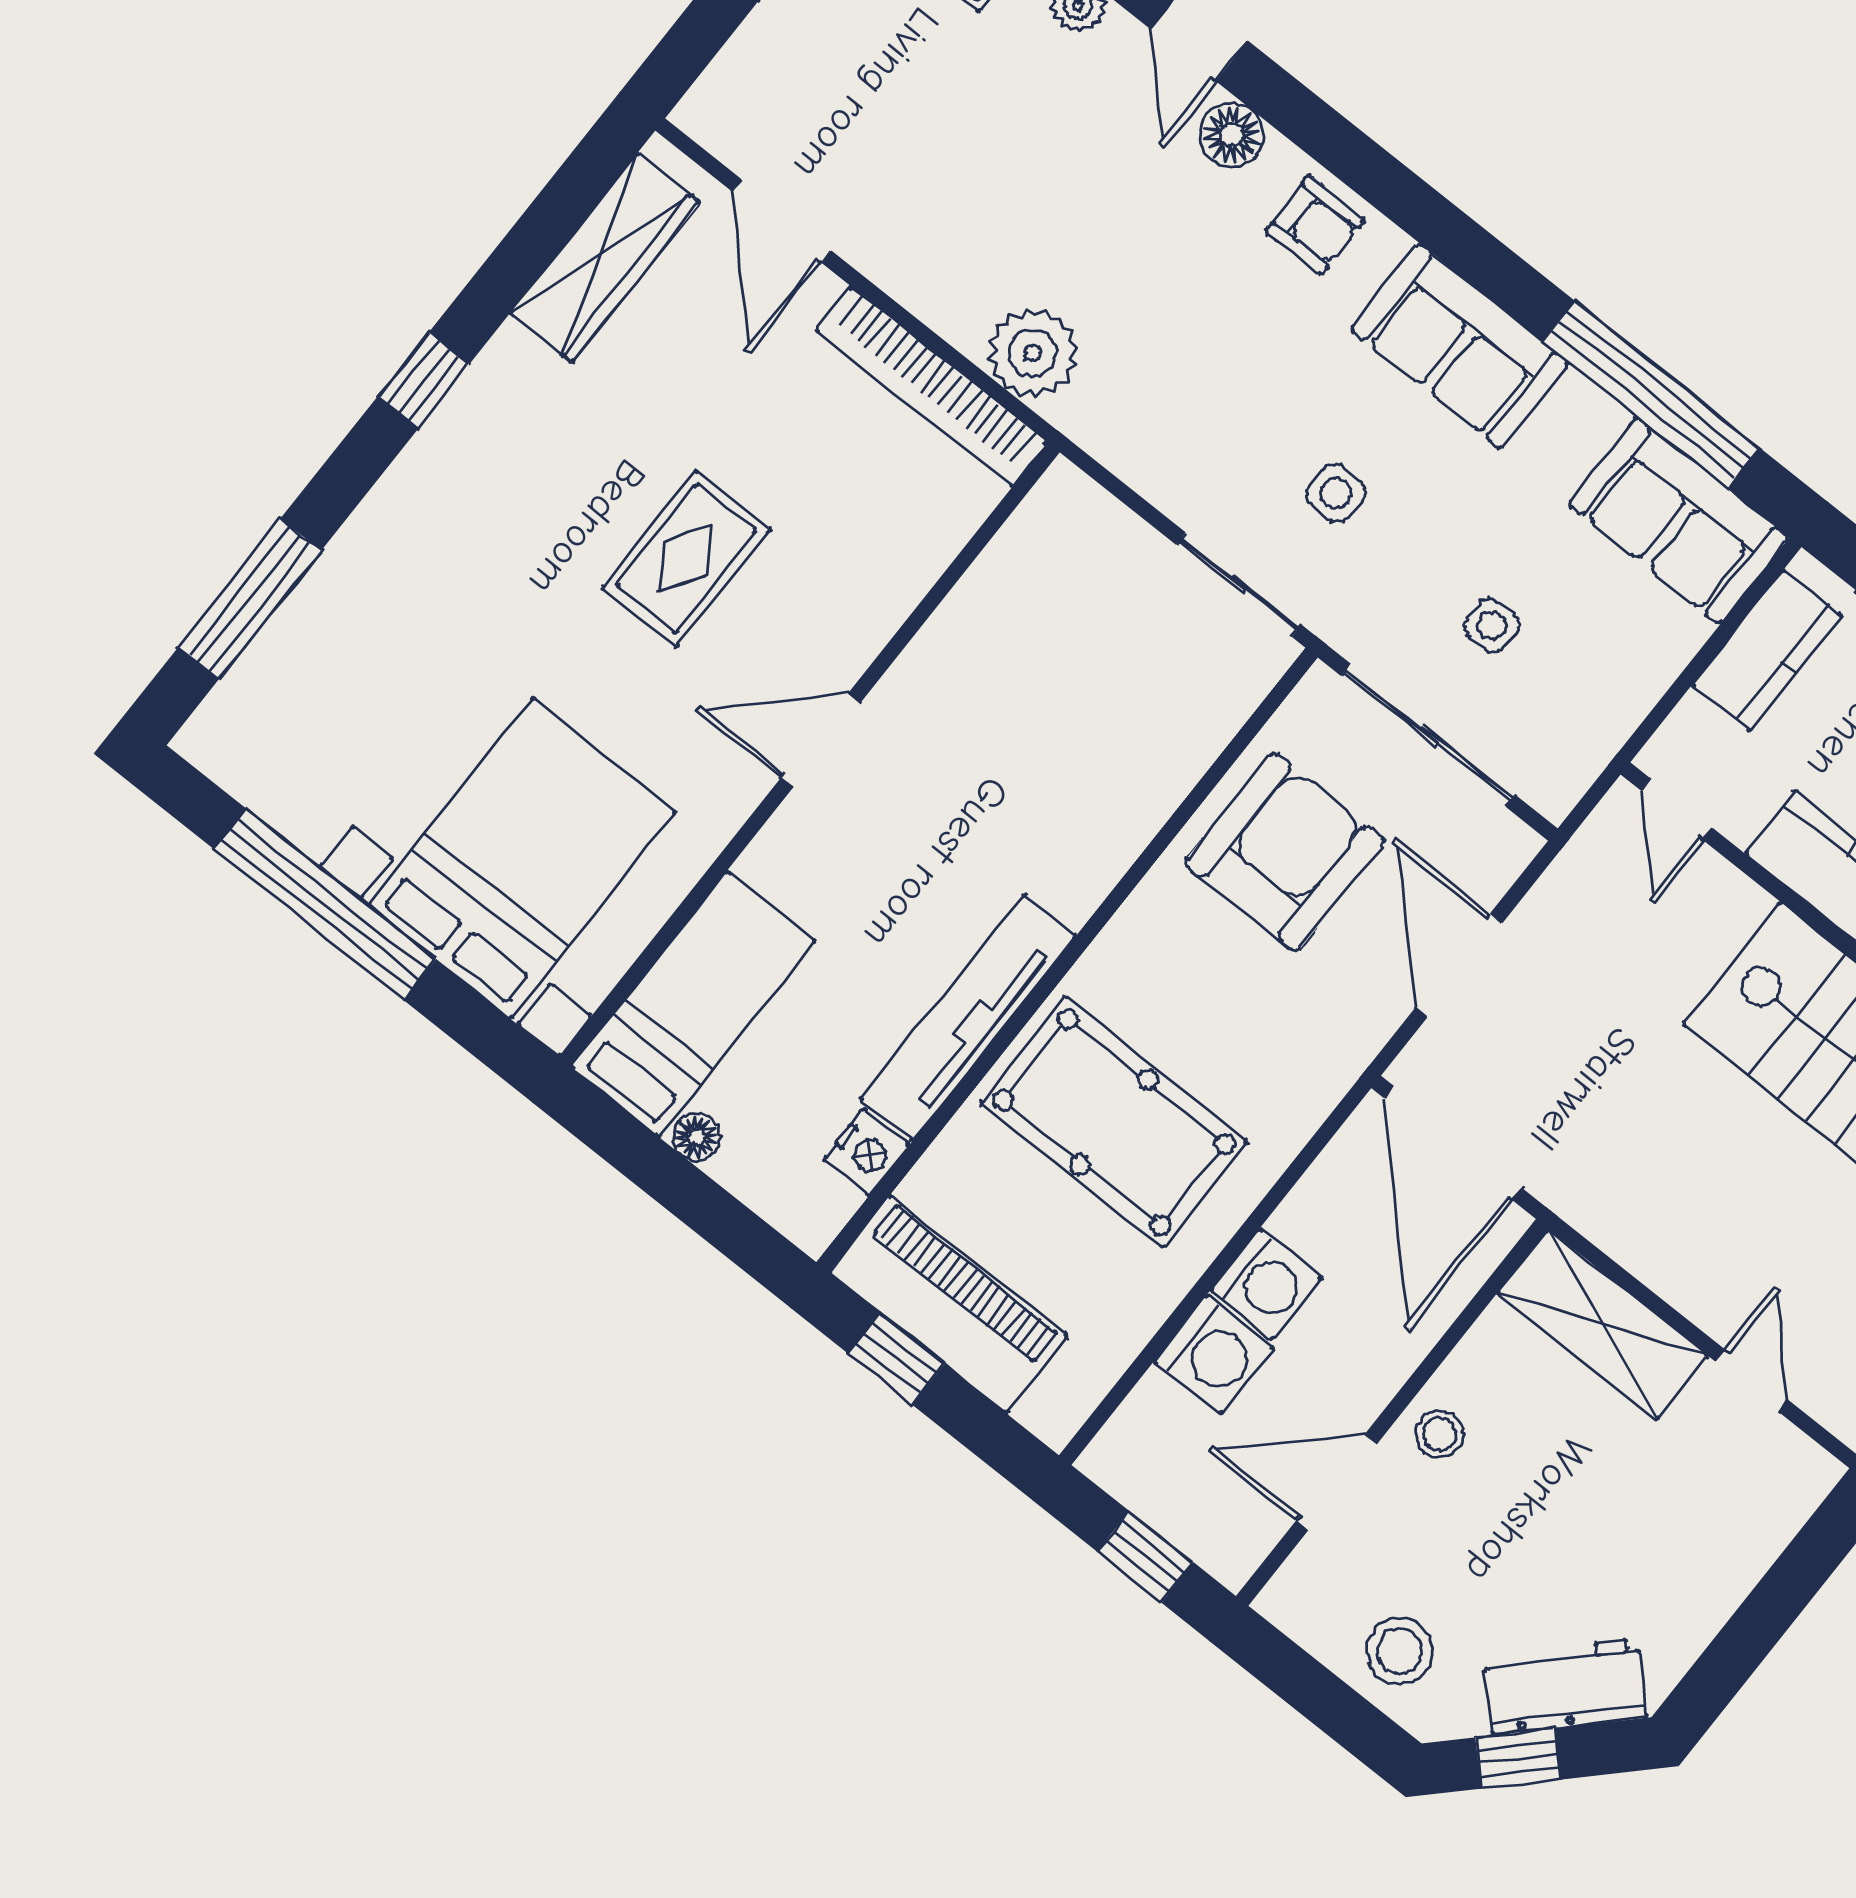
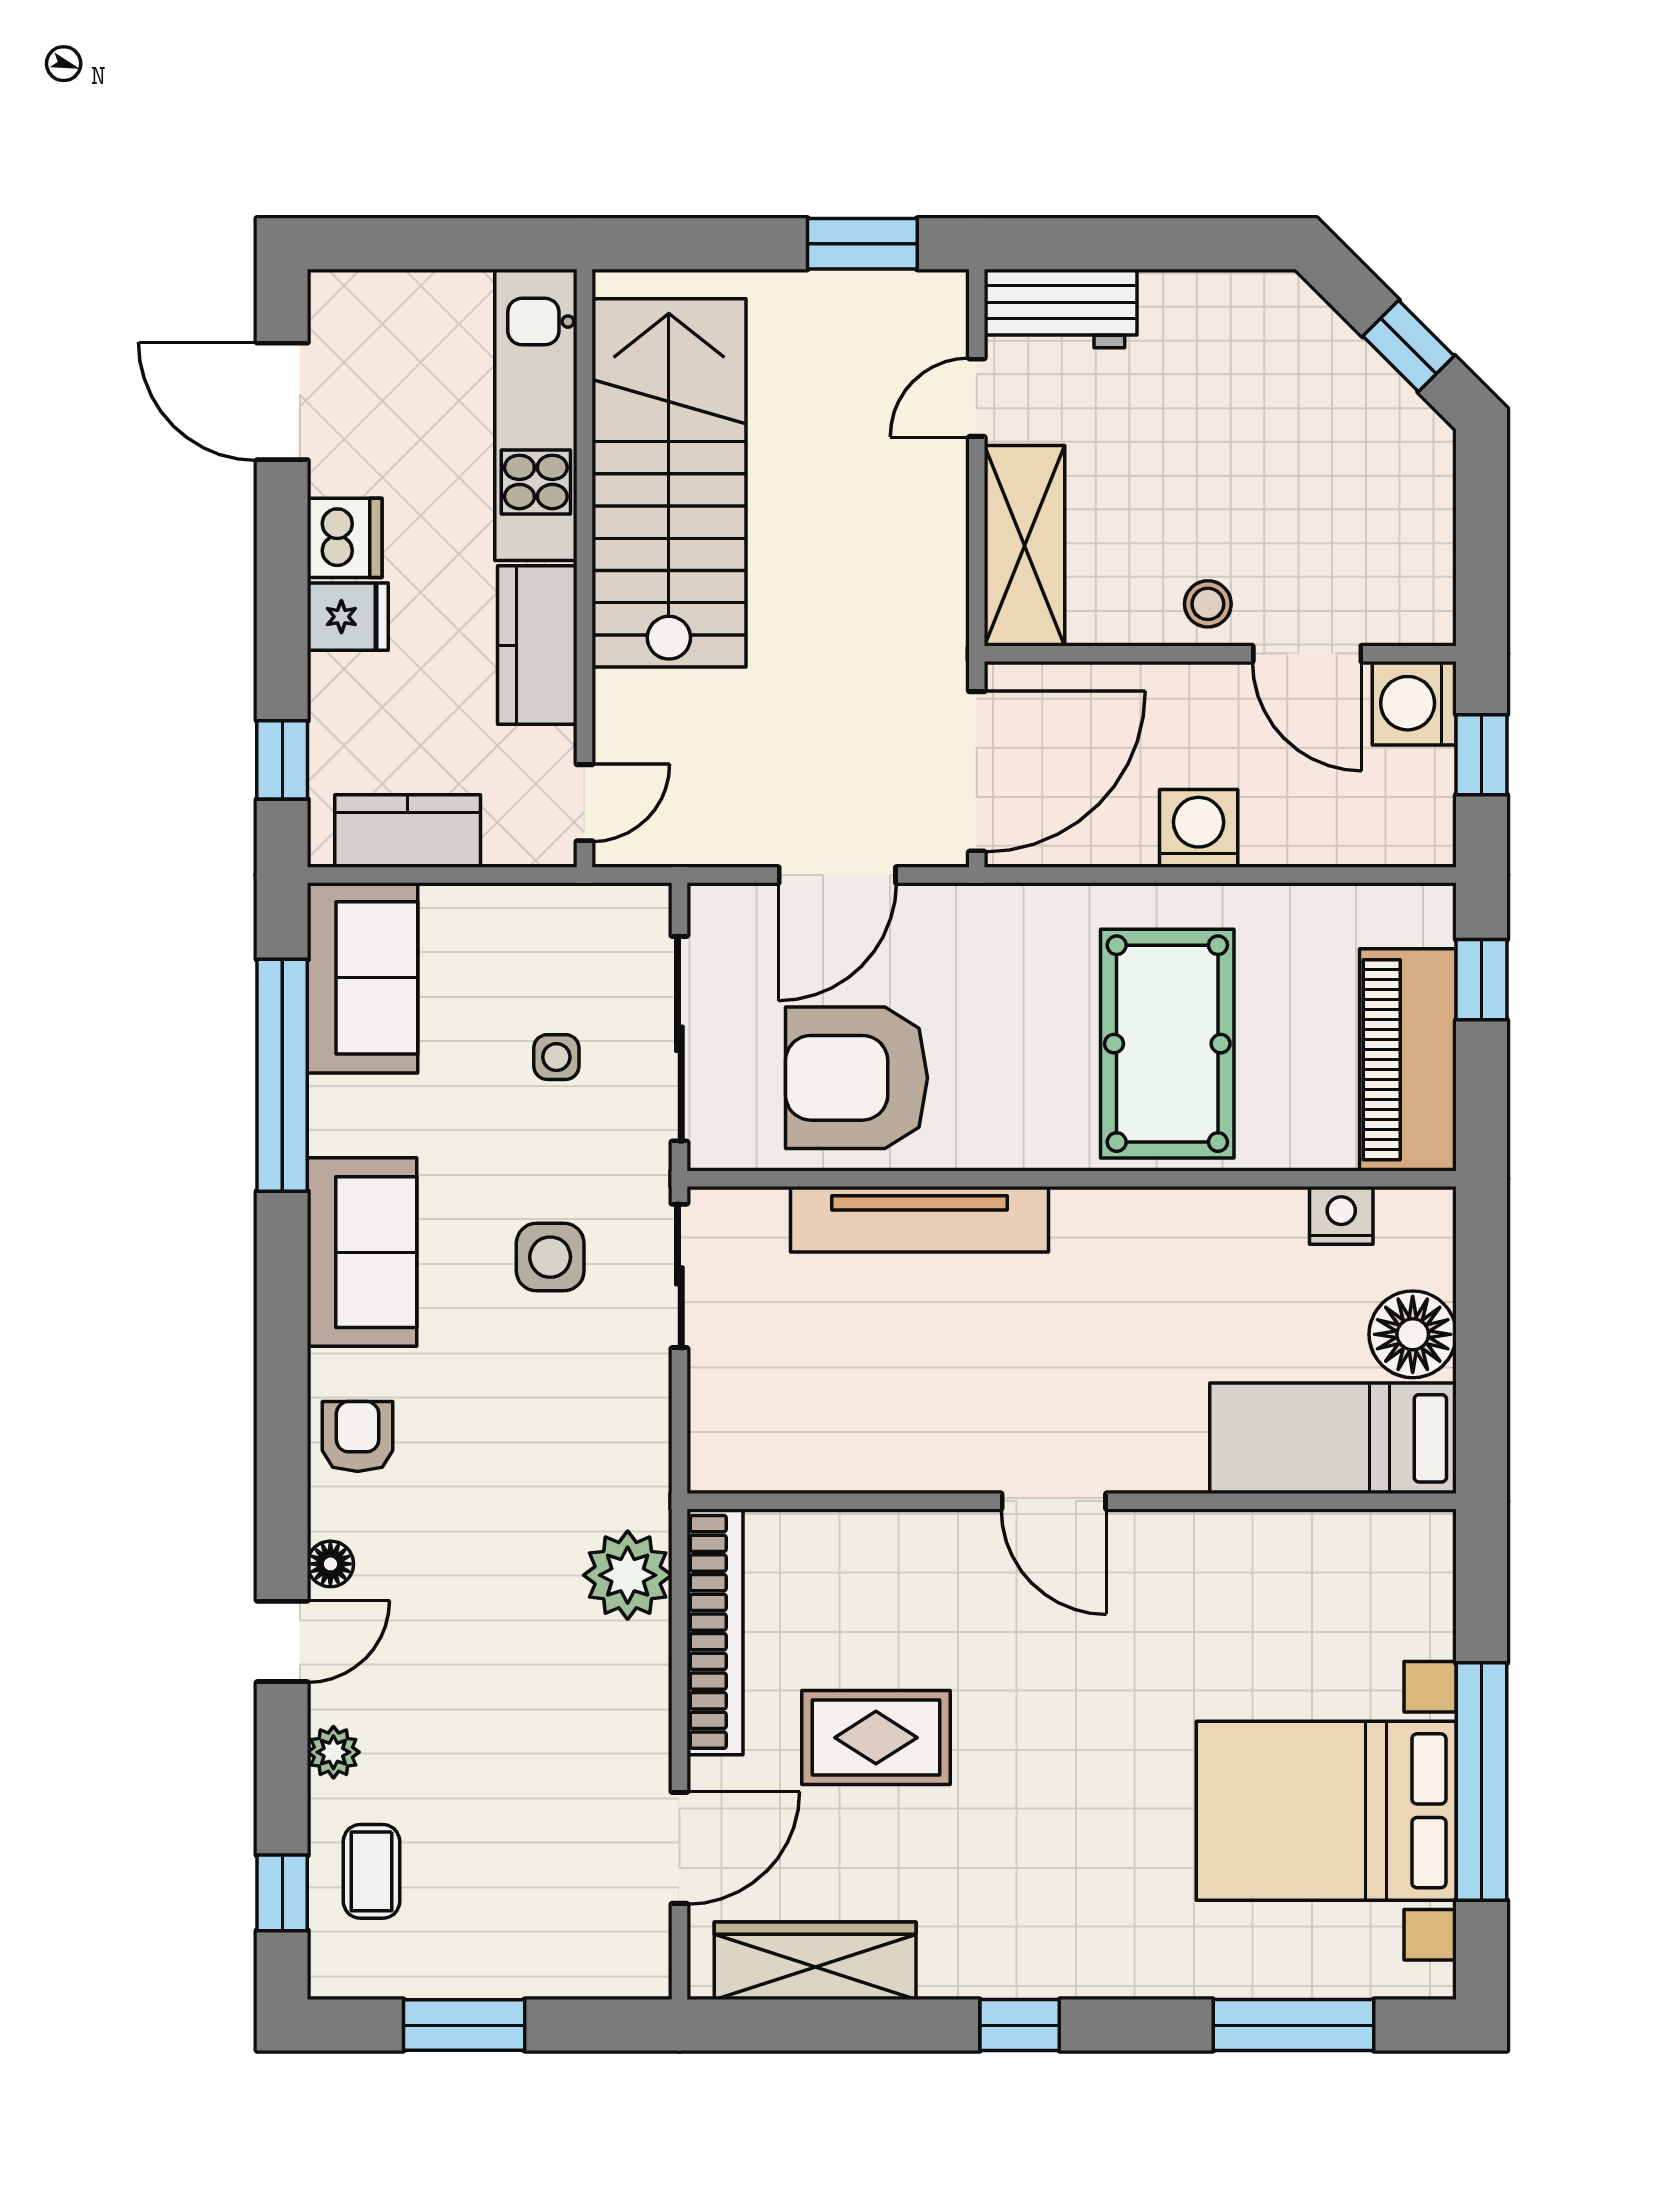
floor lamp: (1232, 135) -> (330, 1564), width x0.73, depth x0.73
side table: (1336, 493) -> (550, 1257), width x1.37, depth x1.37
rug: (686, 558) -> (876, 1738), moved
bed with nightstands: (522, 858) -> (1326, 1811), moved
tv unit: (968, 1017) -> (919, 1219), moved
floor lamp: (696, 1137) -> (1413, 1334), width x1.89, depth x1.89
washing machine: (1214, 1355) -> (1414, 703), moved, turned -90
window: (896, 1359) -> (1482, 980), moved
stool: (1400, 1651) -> (1399, 502), removed
workbench: (1565, 1687) -> (1061, 308), moved, turned -45

